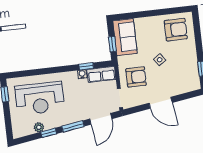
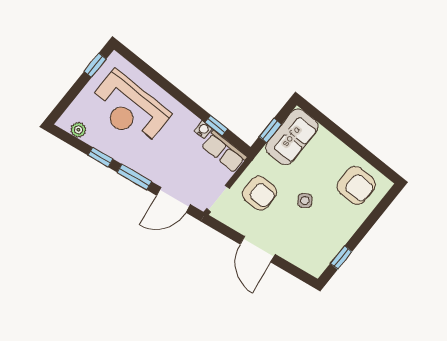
plant: (39, 127) -> (78, 130), moved

